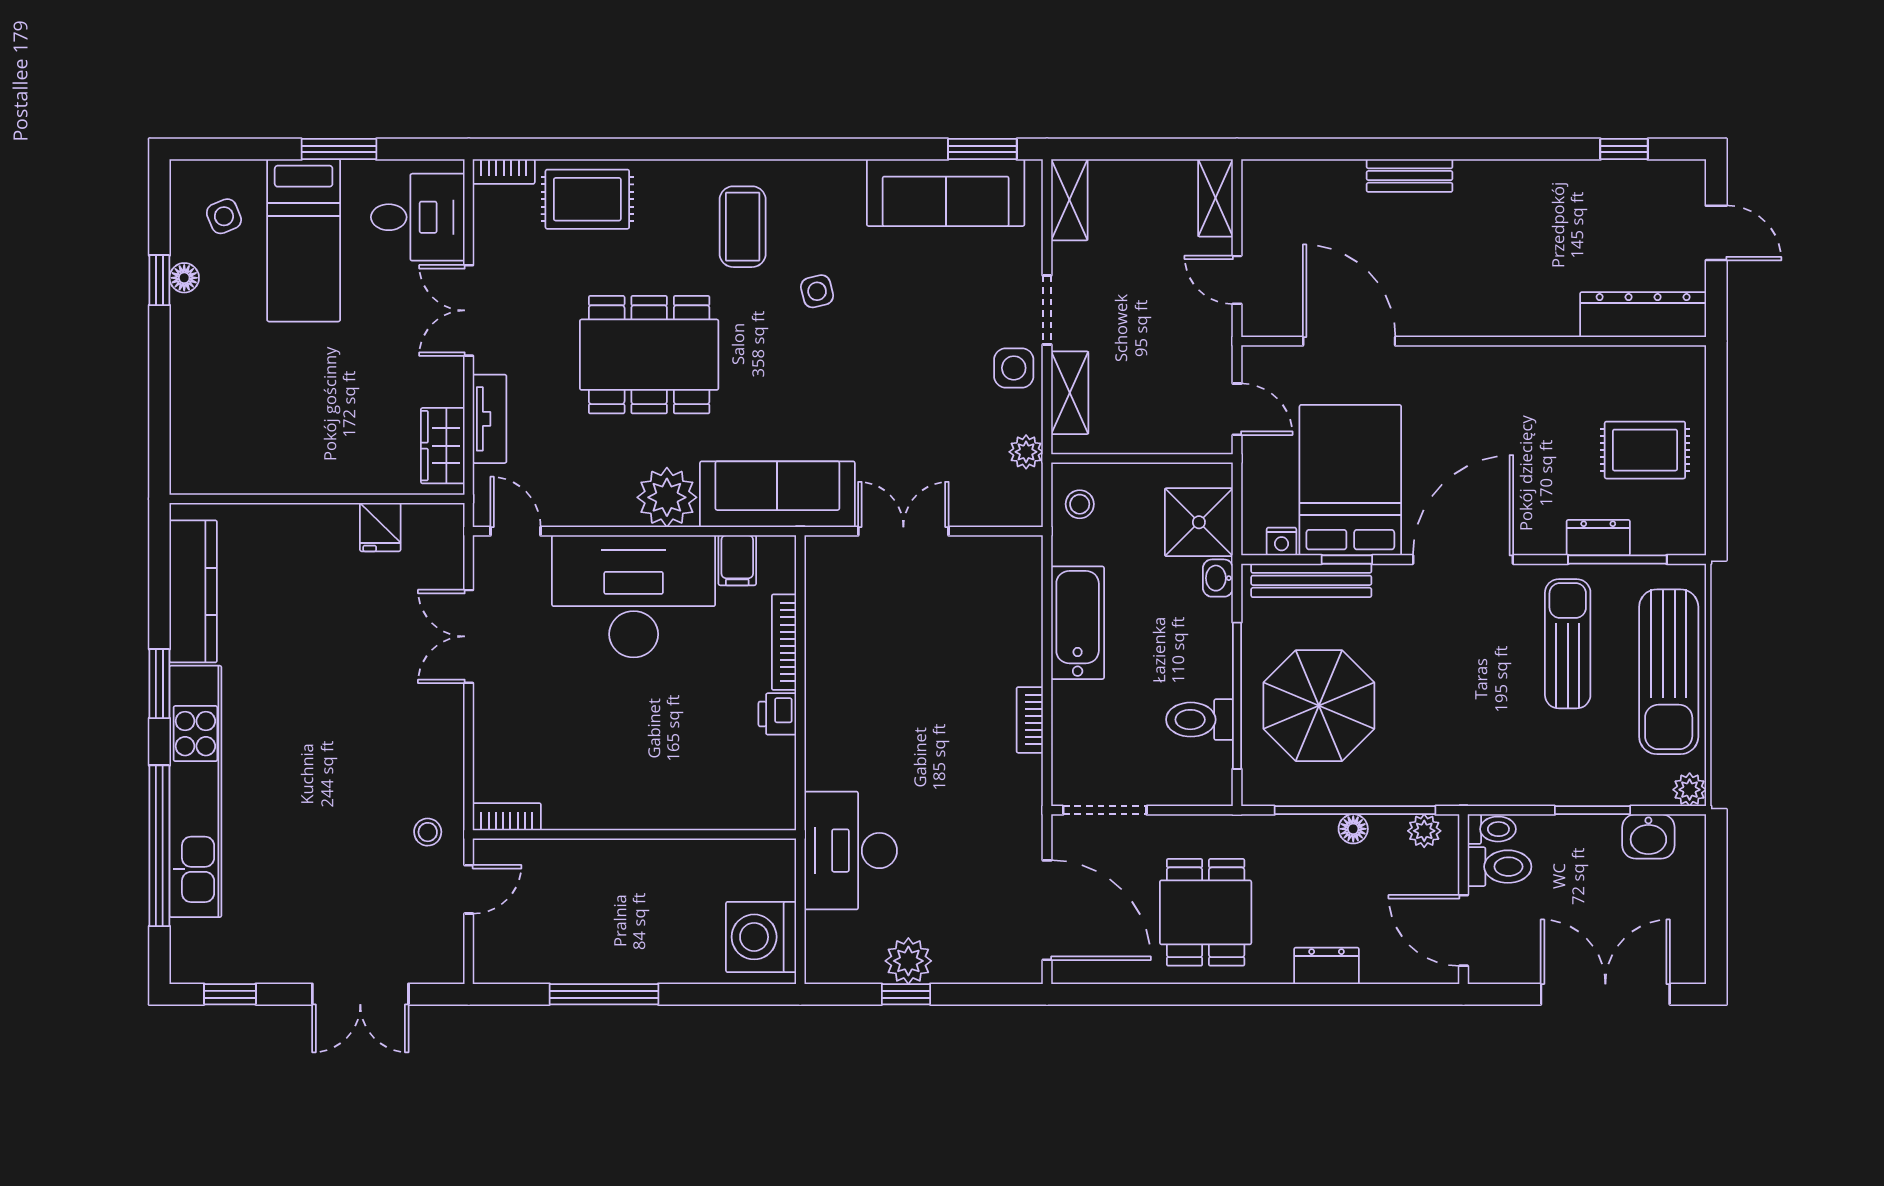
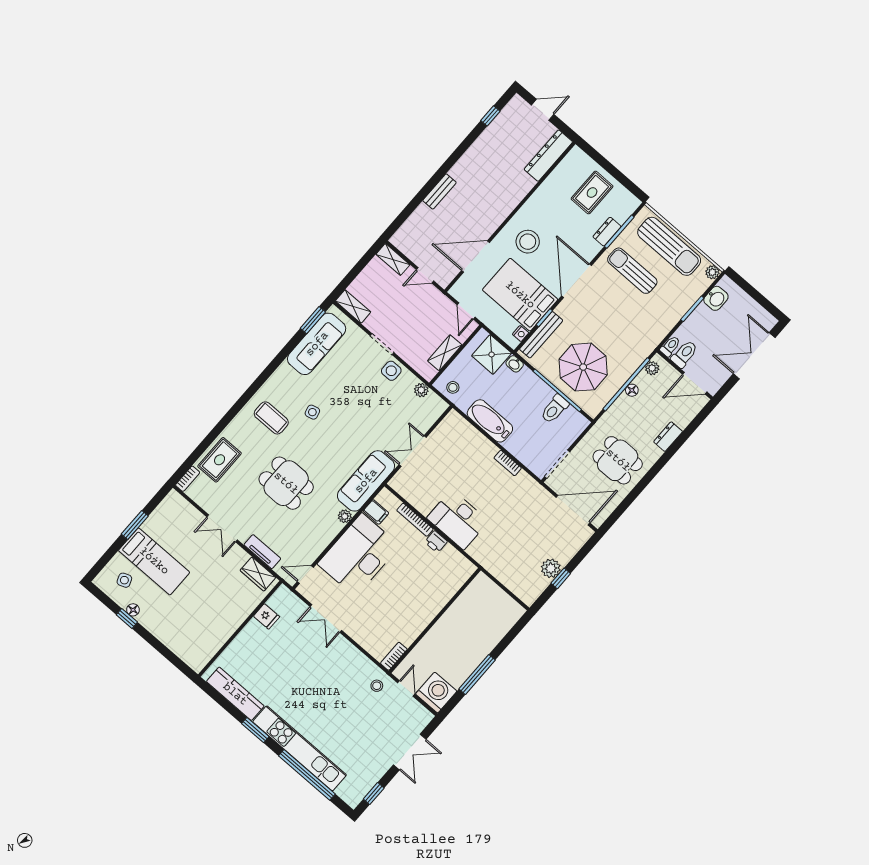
desk: (418, 217) -> (178, 519), removed
dining table: (649, 355) -> (286, 483), width x0.73
shelving: (1070, 393) -> (445, 353), moved, turned 90
door: (1237, 409) -> (466, 311), swing flipped
stool: (1457, 411) -> (528, 242), added
plant: (667, 497) -> (345, 516), width x0.53, depth x0.53
desk: (851, 851) -> (458, 520), moved
washing machine: (761, 937) -> (436, 693), moved, turned 180

